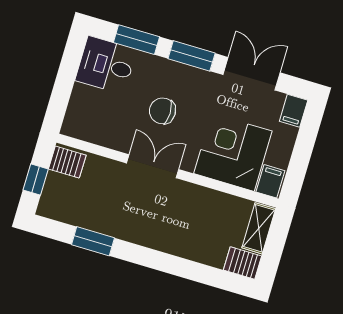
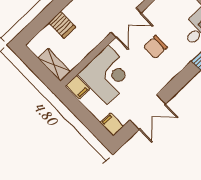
window: (192, 56) -> (178, 83), removed
chair: (162, 111) -> (155, 47), turned 180
server rack: (243, 263) -> (62, 25), moved, turned 90

